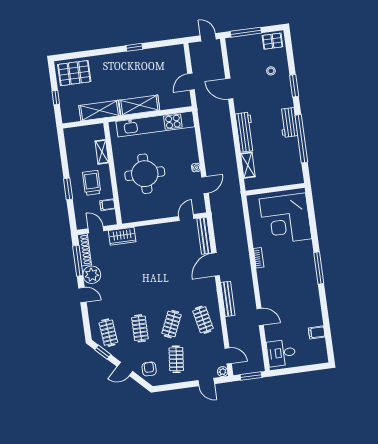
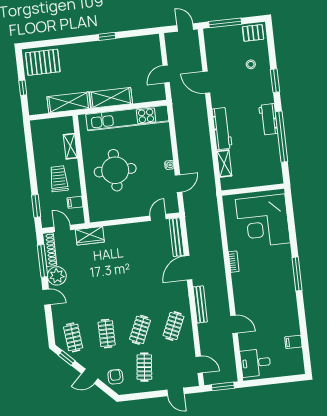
window: (68, 189) -> (36, 206), moved
clothes rail: (203, 320) -> (174, 326), turned 36
plant: (223, 372) -> (193, 381), removed

